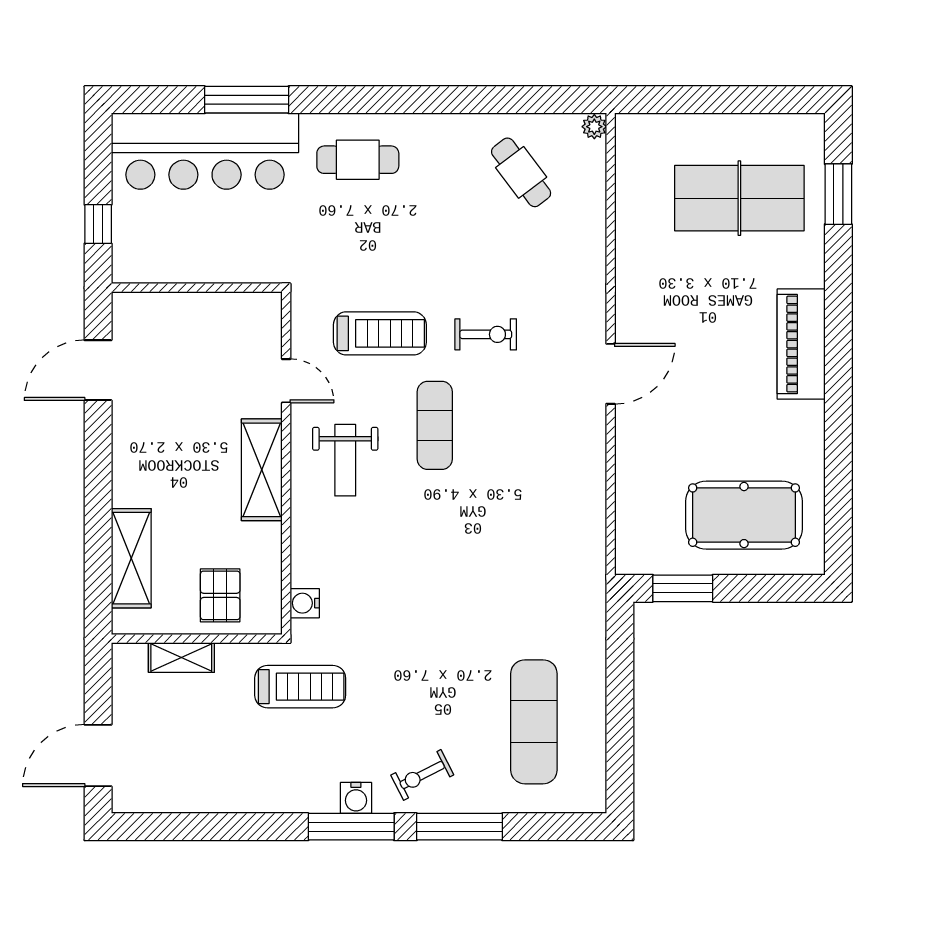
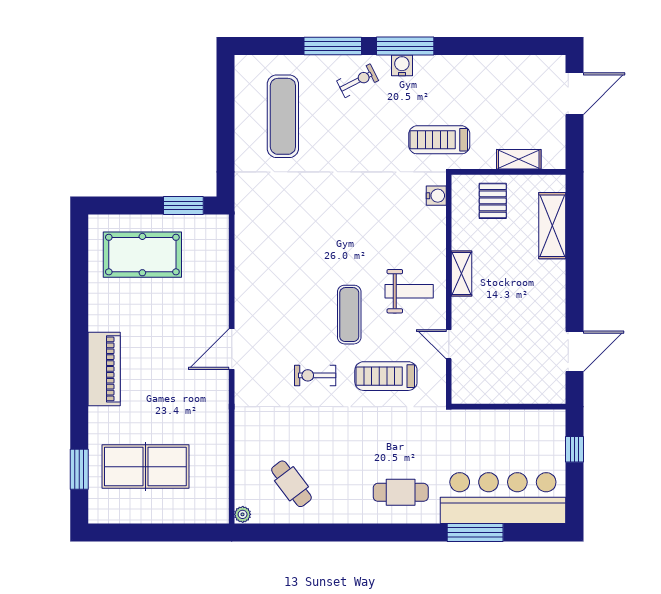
weight bench: (345, 460) -> (409, 291), turned 90
shelving: (262, 470) -> (462, 274), width x0.67, depth x0.75

